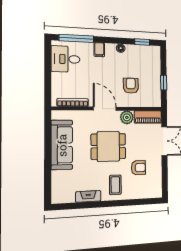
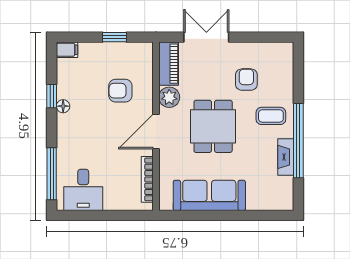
window: (142, 42) -> (52, 96), moved
filing cabinet: (99, 50) -> (67, 50), moved
window: (99, 204) -> (298, 141), added

